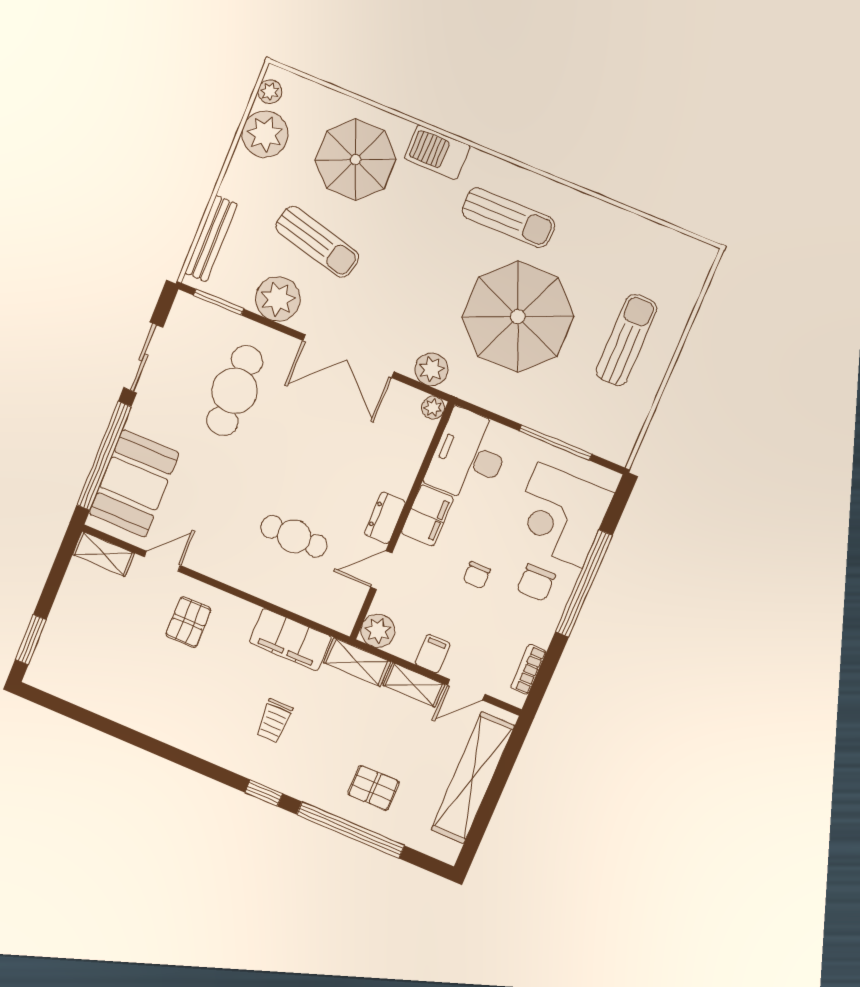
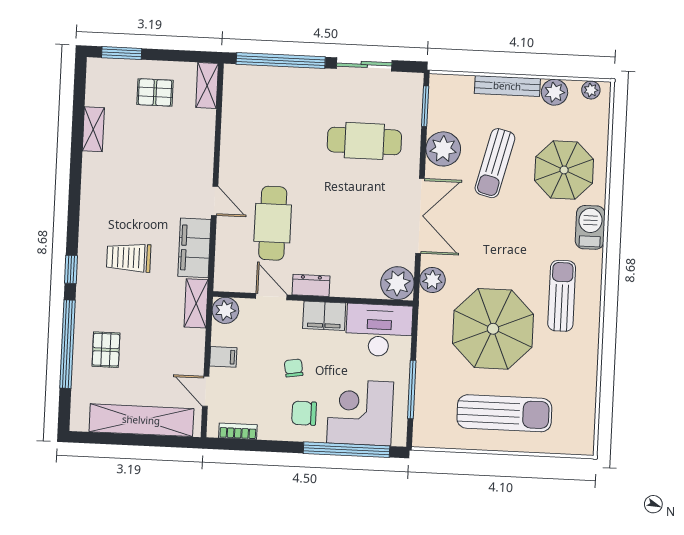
plant: (265, 134) -> (555, 92), width x0.73, depth x0.73
sun lounger: (508, 218) -> (562, 296), turned 180
bench: (211, 239) -> (507, 86), moved
sun lounger: (627, 340) -> (504, 413), width x1.36, depth x1.34
double door: (348, 356) -> (420, 216), swing flipped
plant: (433, 408) -> (397, 283), width x1.87, depth x1.87
booth: (134, 483) -> (268, 90), removed
cafe table: (294, 536) -> (273, 223), width x1.37, depth x1.35
door: (162, 561) -> (215, 201), moved
chair: (477, 575) -> (294, 368), turned 81
window: (584, 584) -> (346, 450), moved
pallet: (188, 622) -> (155, 92), moved
shelving: (414, 685) -> (93, 129), moved
trolley: (274, 721) -> (129, 258), width x1.36, depth x1.39

